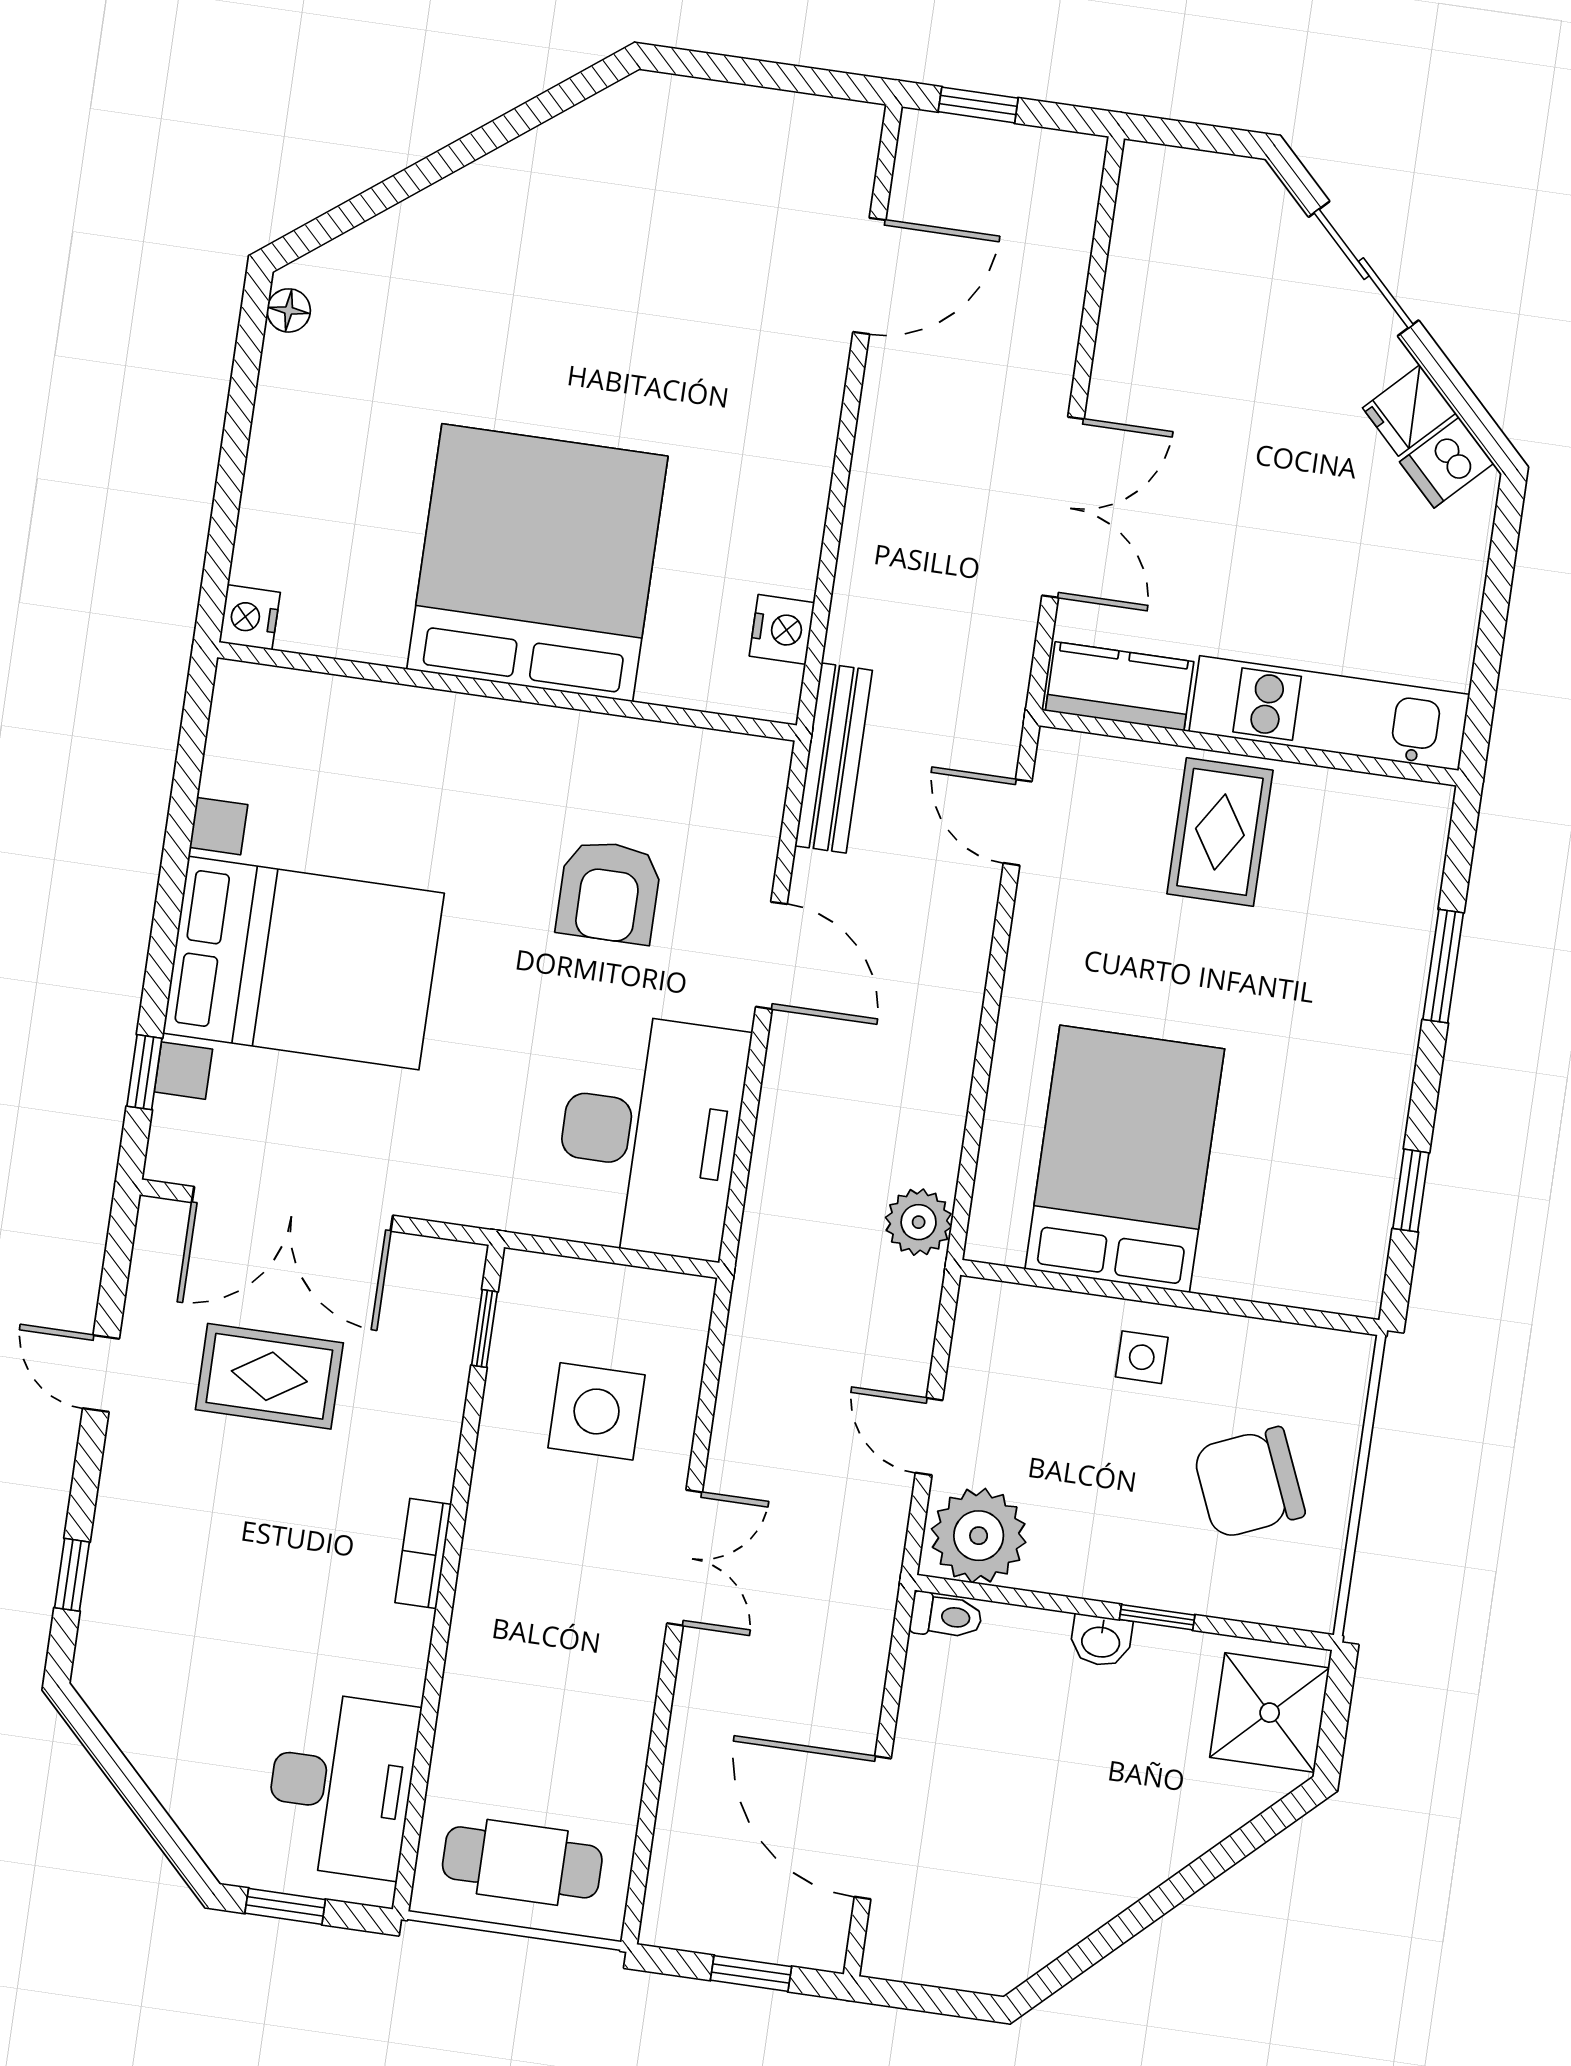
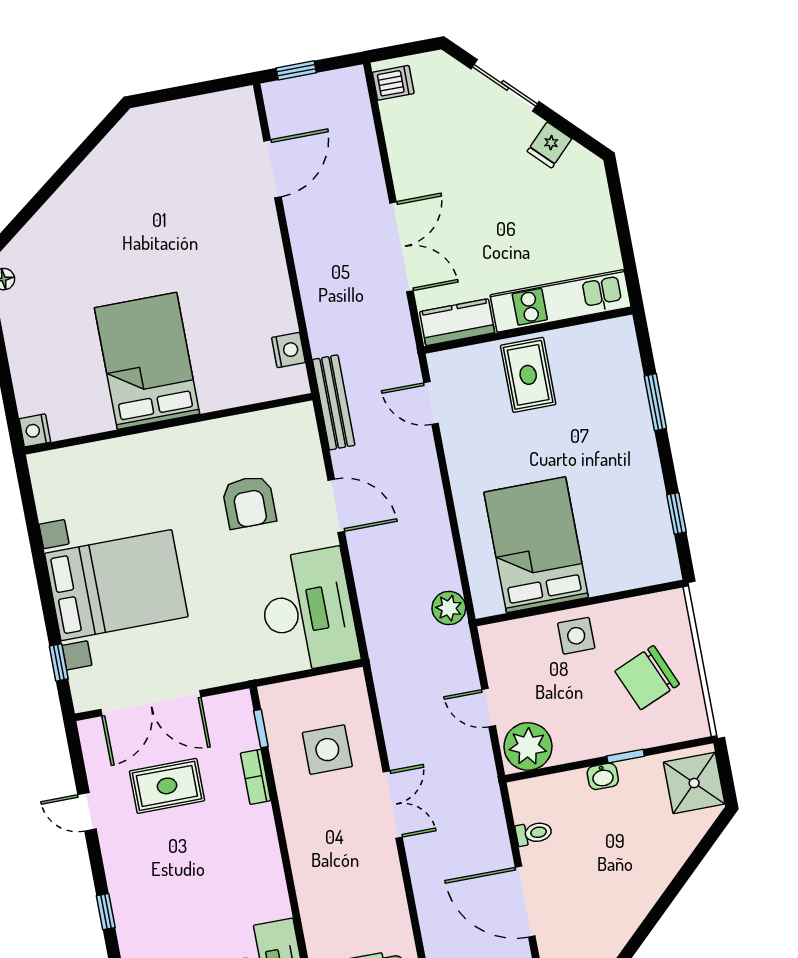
dishwasher: (1447, 463) -> (393, 83), moved, turned -135
bed: (537, 563) -> (147, 361), width x0.73
side table: (1142, 1357) -> (576, 636), width x1.37, depth x1.37
bookcase: (423, 1553) -> (256, 777), moved
toilet: (946, 1616) -> (534, 833), moved

